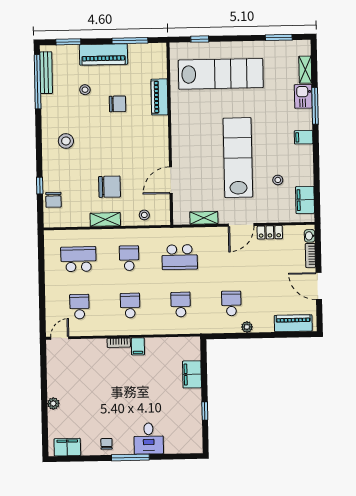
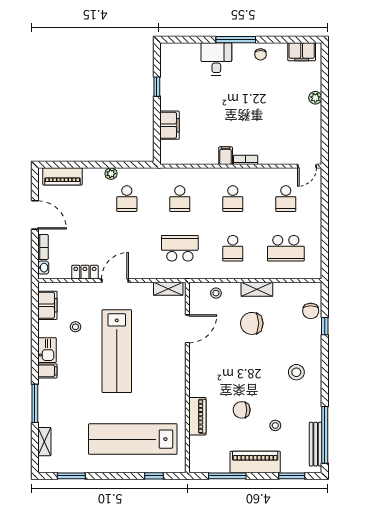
kitchen sink: (303, 96) -> (47, 350), moved
chair: (53, 200) -> (311, 311), turned 180
shelving: (204, 218) -> (168, 289), moved

